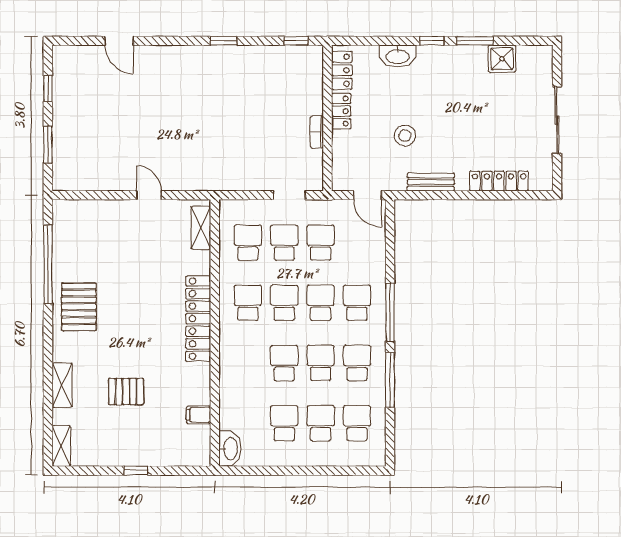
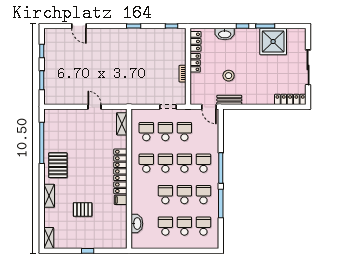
shower: (502, 59) -> (273, 42), width x1.86, depth x1.86
locker: (499, 181) -> (290, 99), moved
bench: (431, 182) -> (229, 100), moved
shelving: (62, 385) -> (49, 196), moved
filing cabinet: (199, 415) -> (121, 200), moved
washbasin: (230, 449) -> (137, 224), moved

